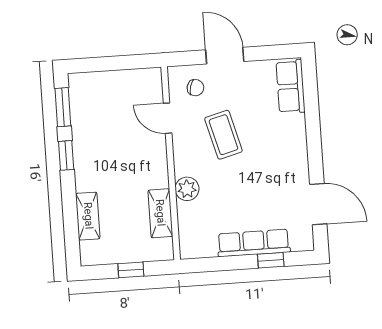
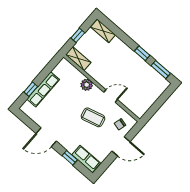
window: (312, 111) -> (70, 158), added
door: (168, 118) -> (111, 96), moved
door: (318, 204) -> (46, 137), moved
shelving: (160, 213) -> (78, 59), moved
shelving: (88, 216) -> (103, 31), moved

